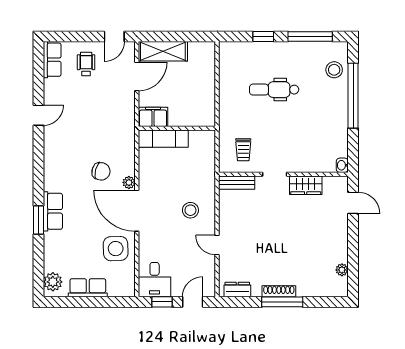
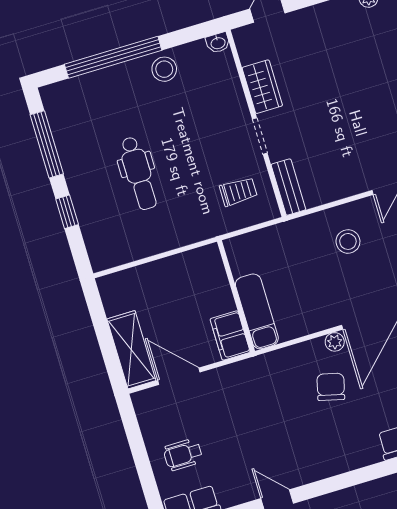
door: (114, 37) -> (131, 426), removed
stool: (334, 70) -> (164, 69), moved

